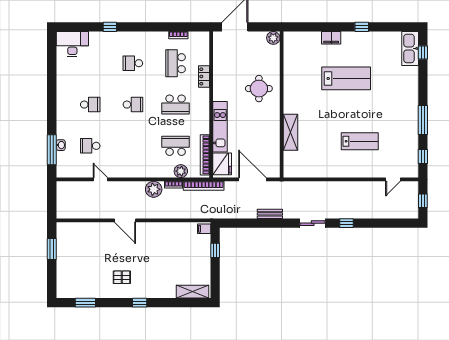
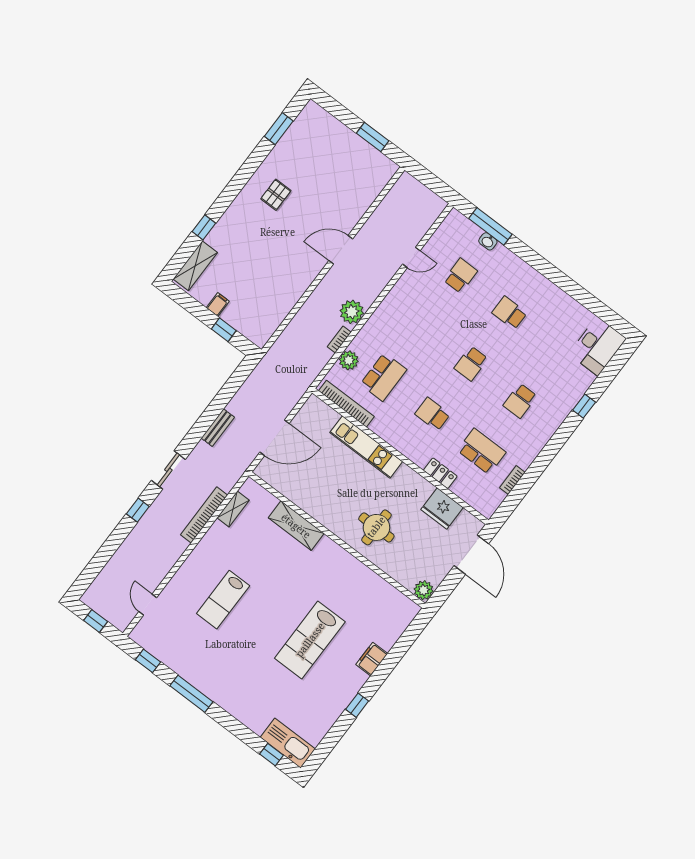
school desk: (133, 63) -> (520, 401), turned 180
school desk: (90, 105) -> (509, 313), turned 90
school desk: (176, 105) -> (433, 414), width x0.54
fridge: (222, 164) -> (442, 509), moved
shelving: (307, 173) -> (233, 509), added
bookcase: (204, 186) -> (204, 515), moved
filing cabinet: (204, 229) -> (218, 305), moved
window: (140, 303) -> (204, 227), moved

